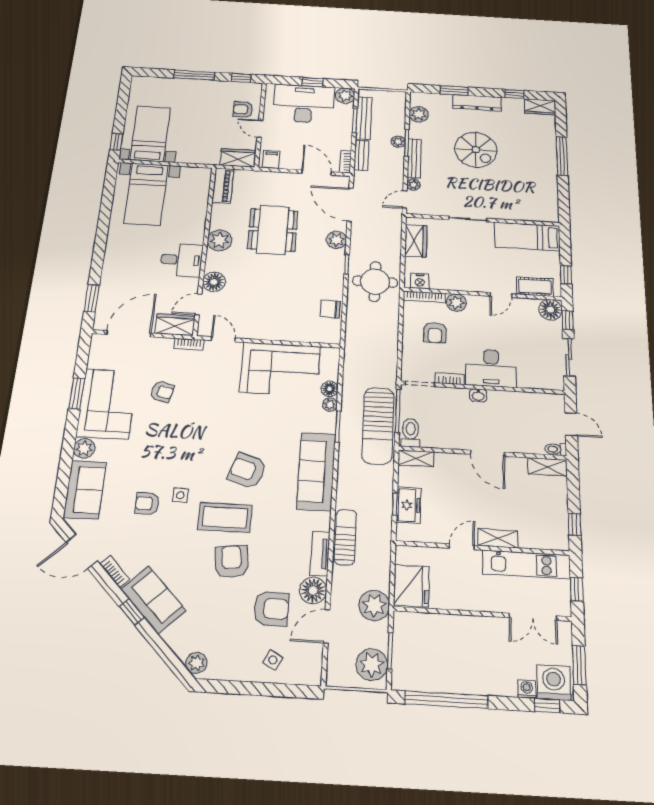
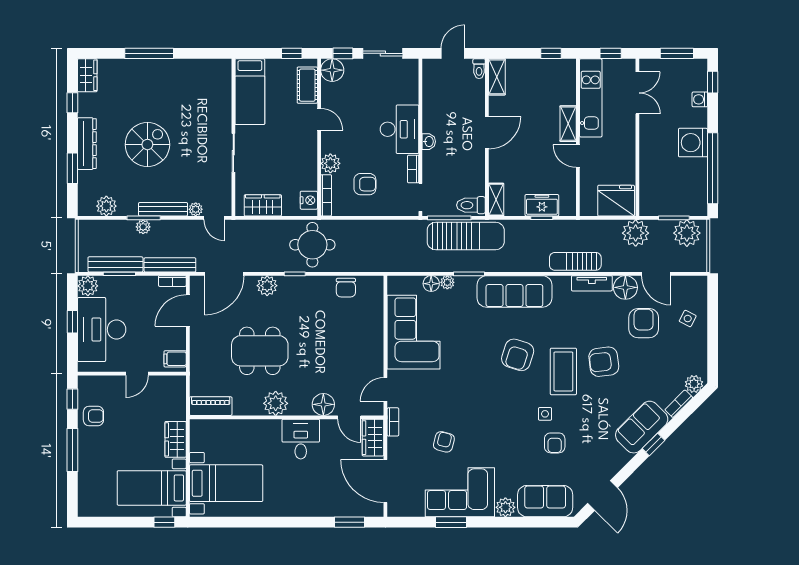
armchair: (243, 109) -> (93, 416), moved, turned -90
bench: (361, 155) -> (170, 265), width x1.36
wardrobe: (238, 158) -> (176, 439), moved
bookcase: (115, 571) -> (679, 404), moved
washing machine: (554, 683) -> (693, 143), moved

